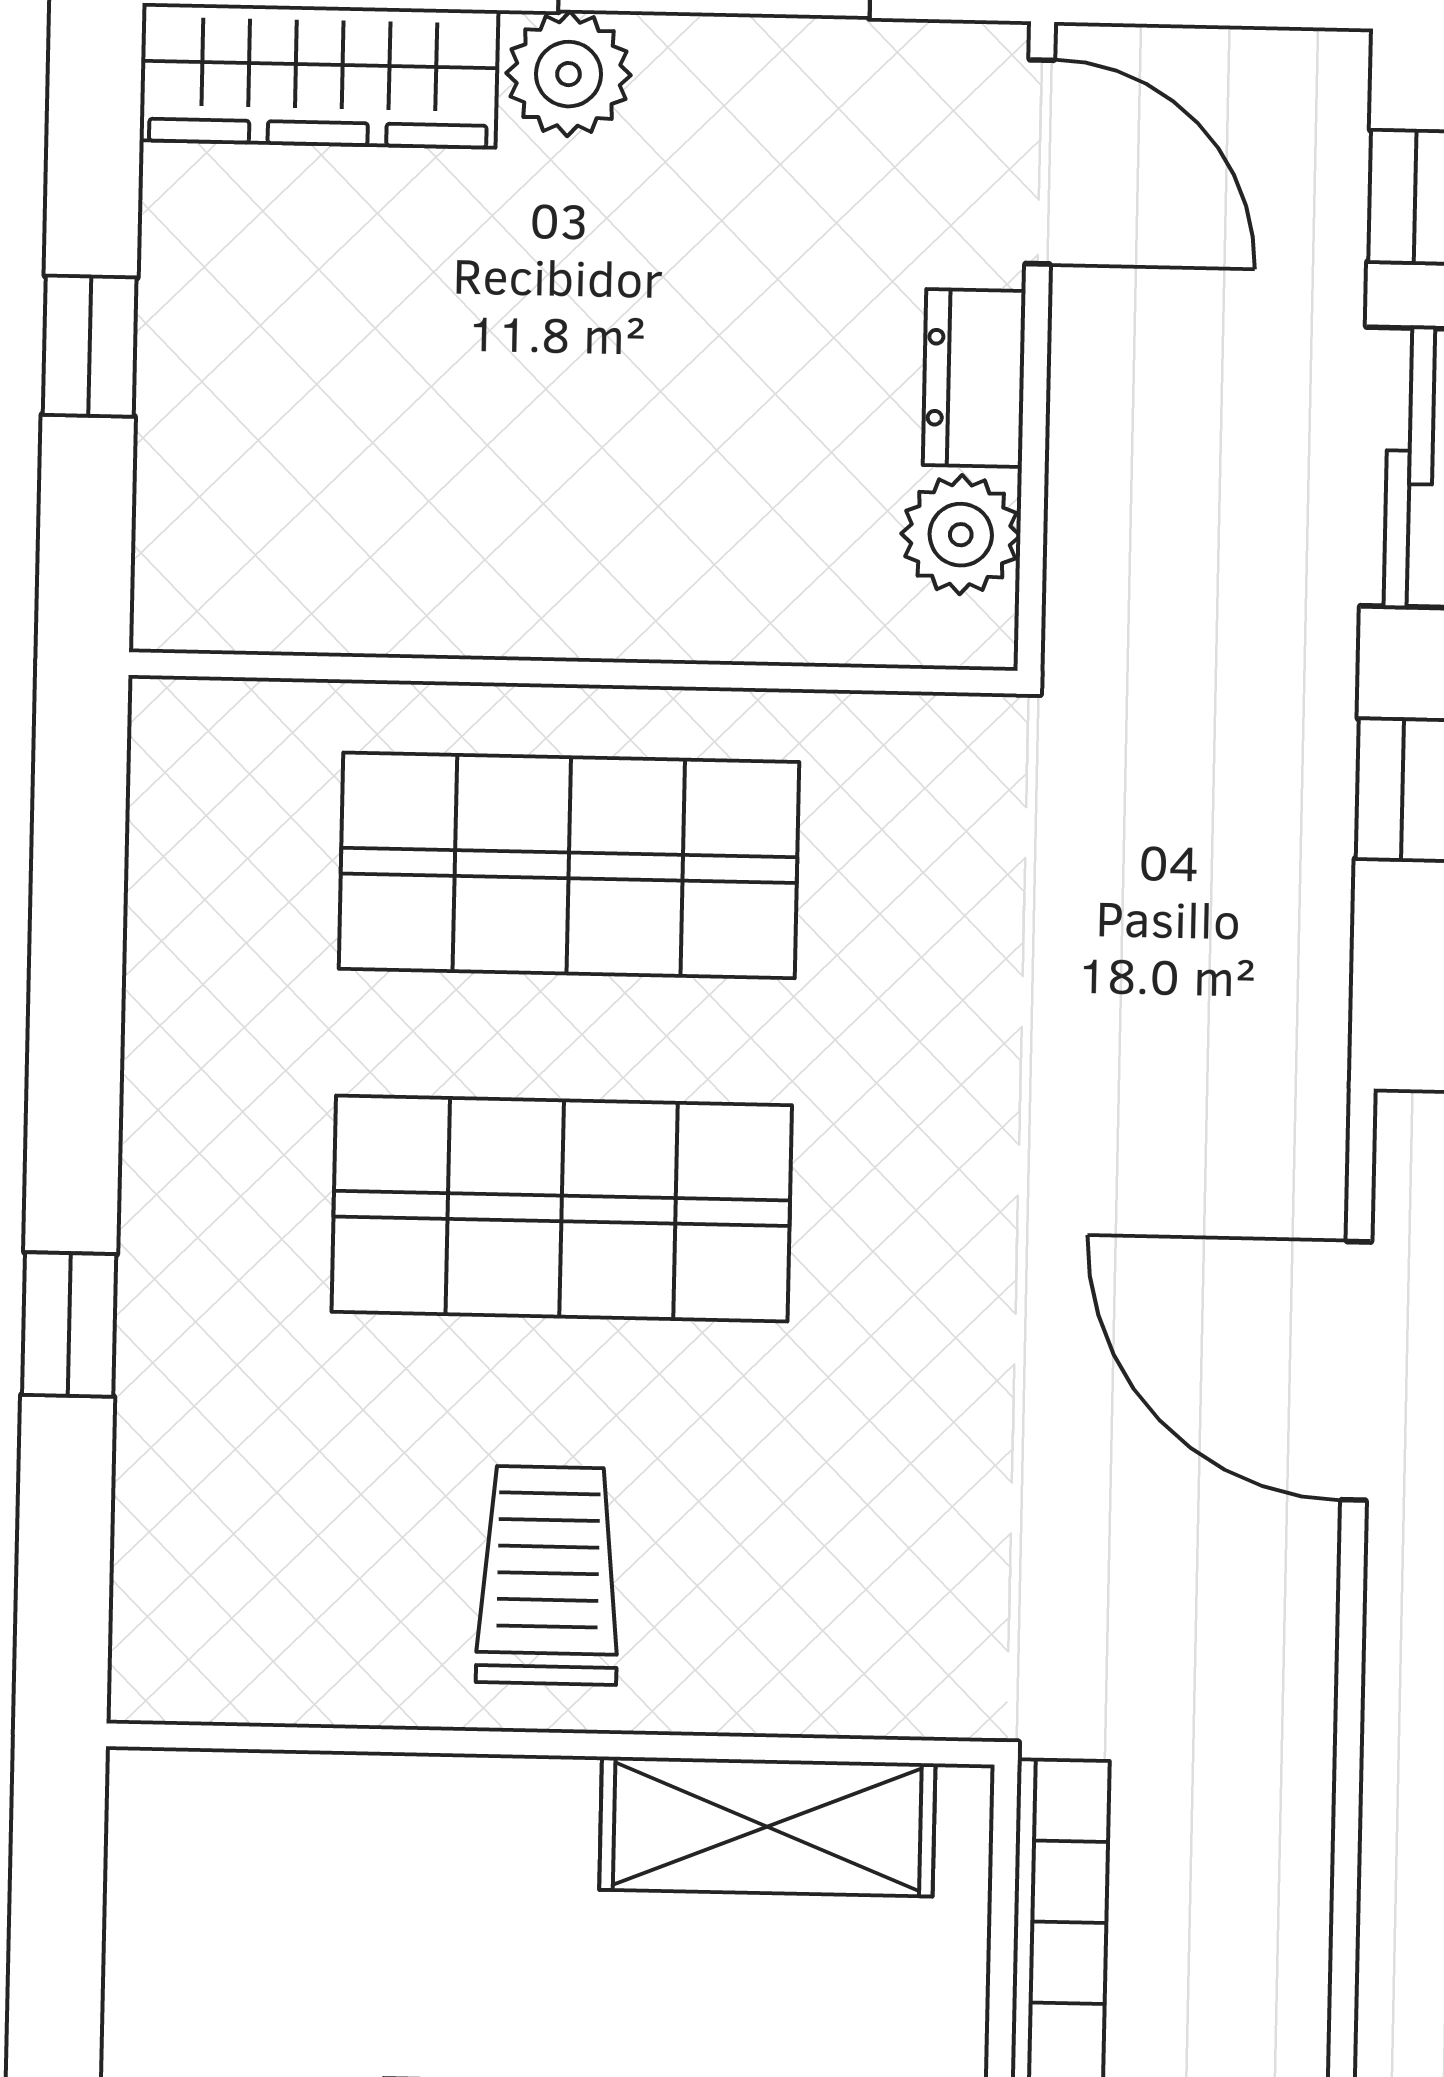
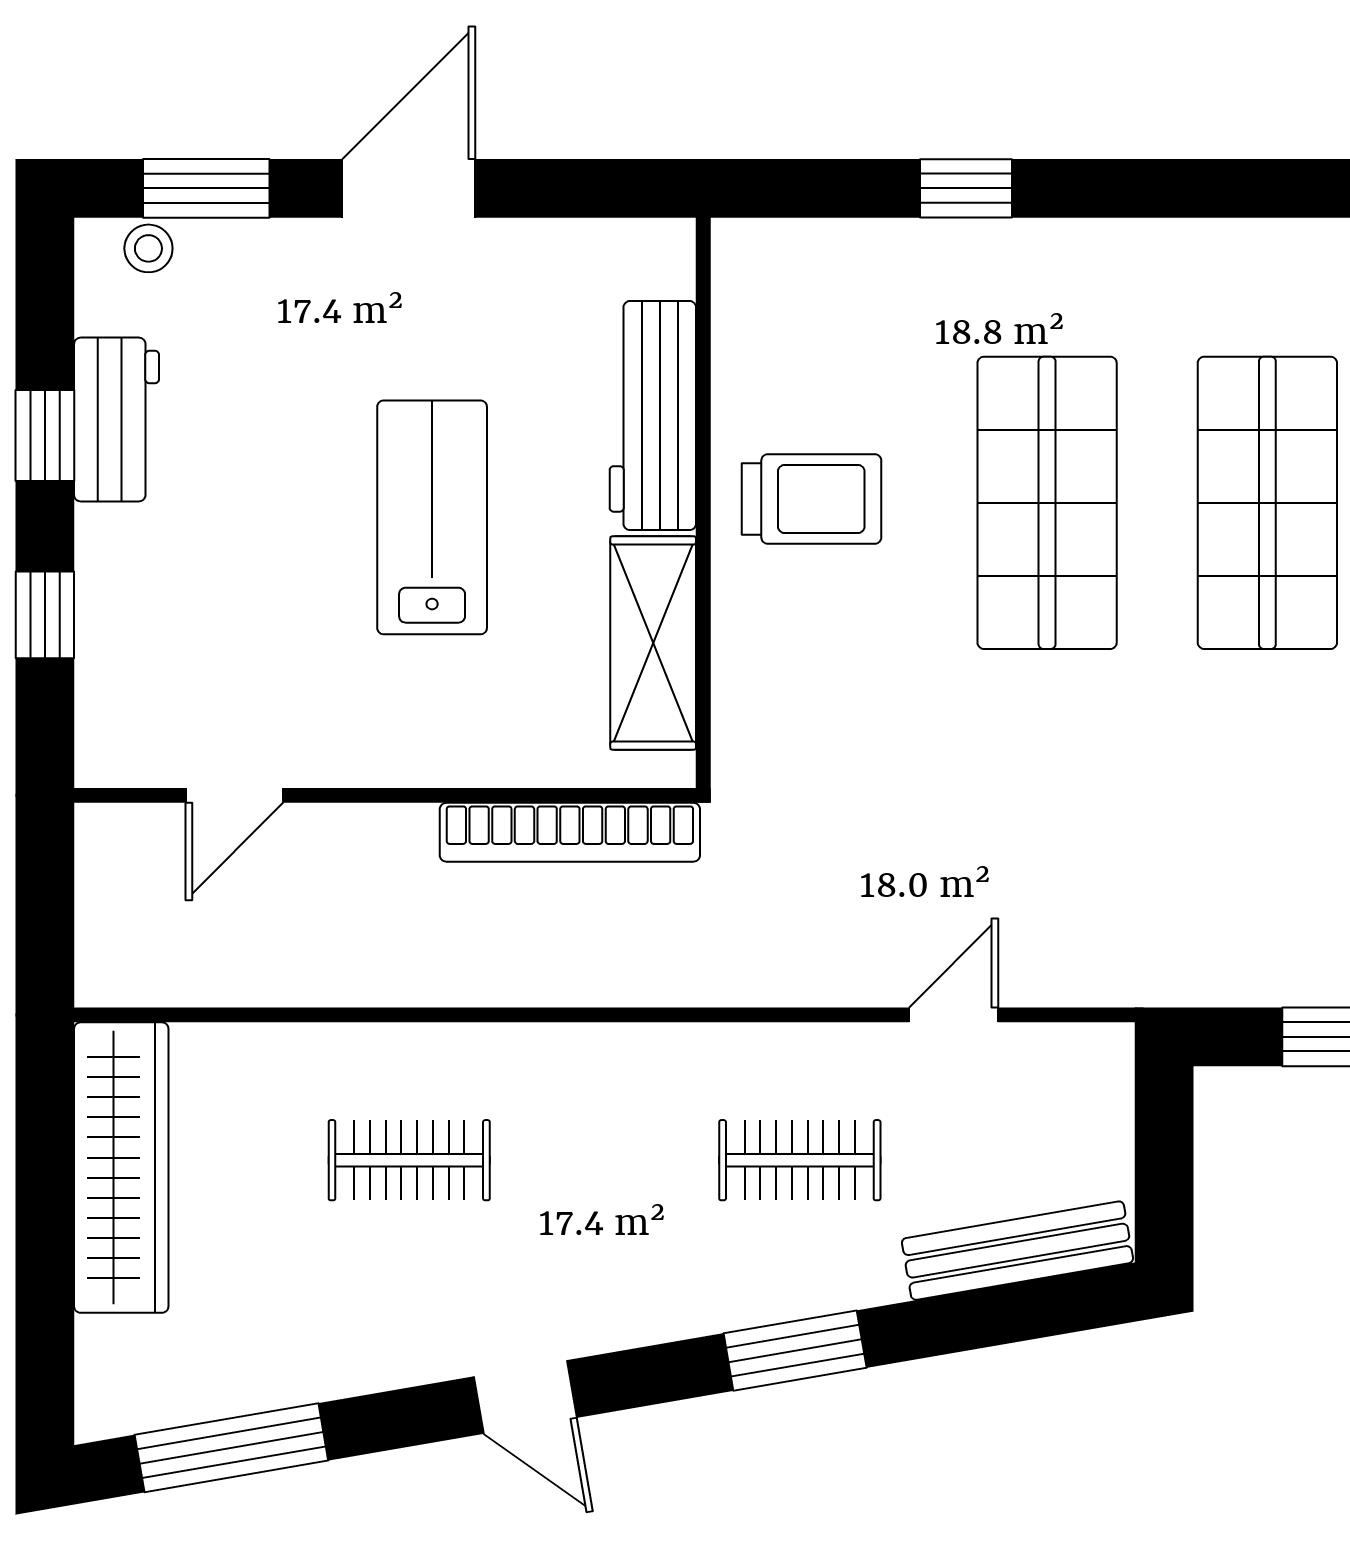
door: (1356, 1371) -> (954, 1015), width x0.53
workbench: (413, 1820) -> (653, 416), added

